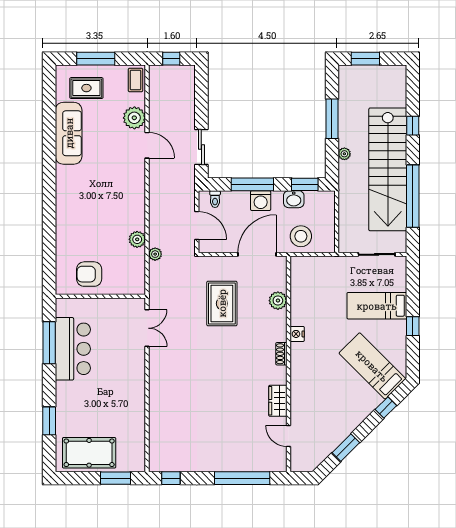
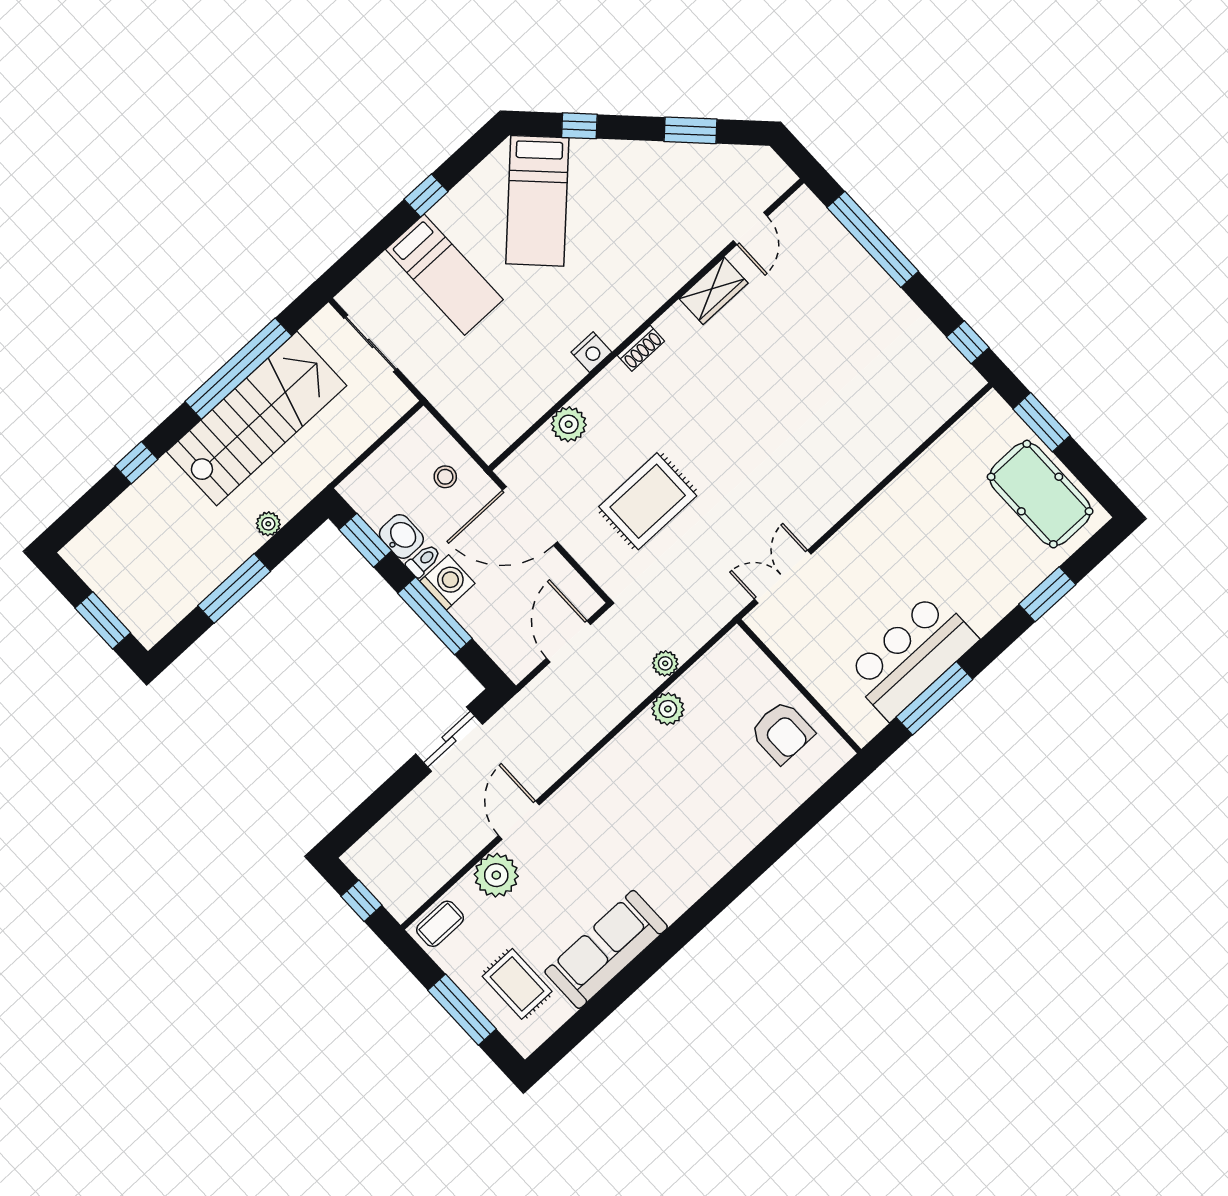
stairs: (388, 169) -> (257, 419), width x0.73
toilet: (215, 199) -> (423, 561), moved
stool: (301, 236) -> (445, 477), width x0.53, depth x0.53

